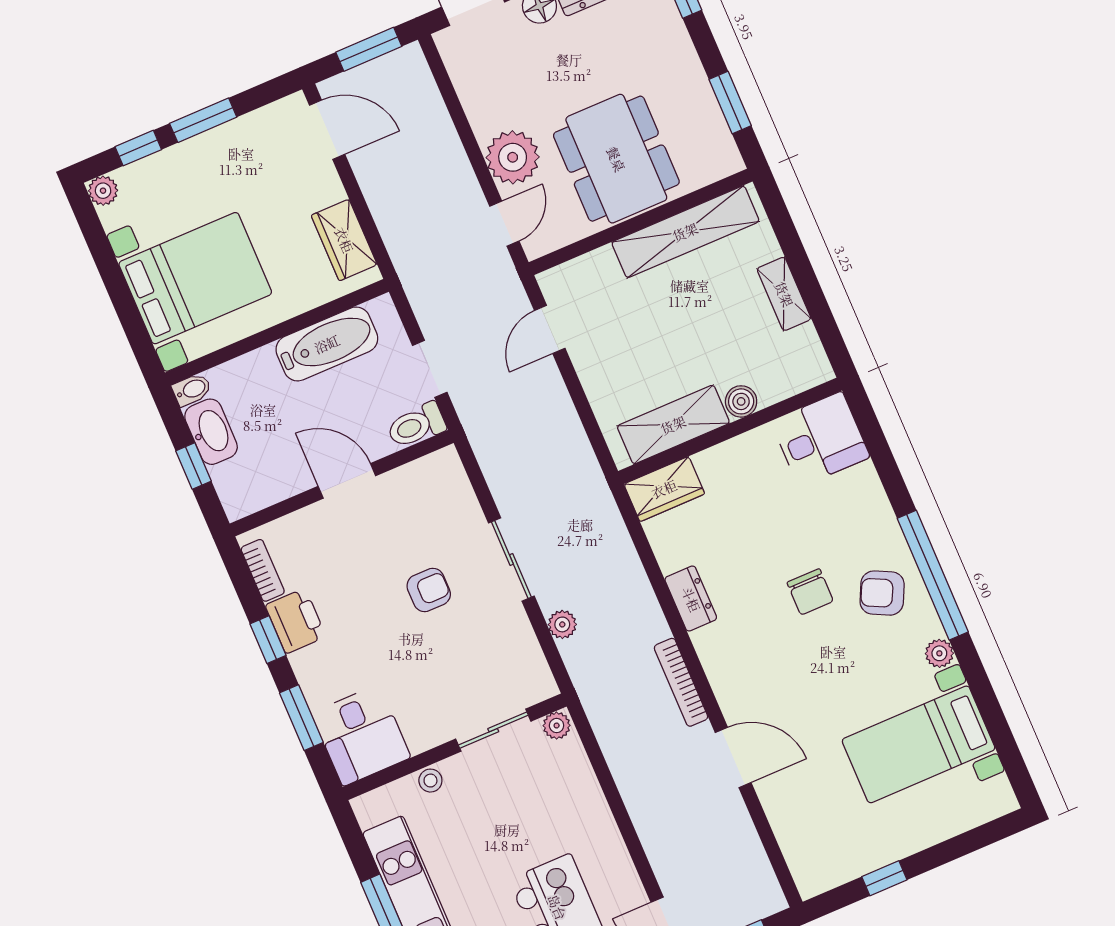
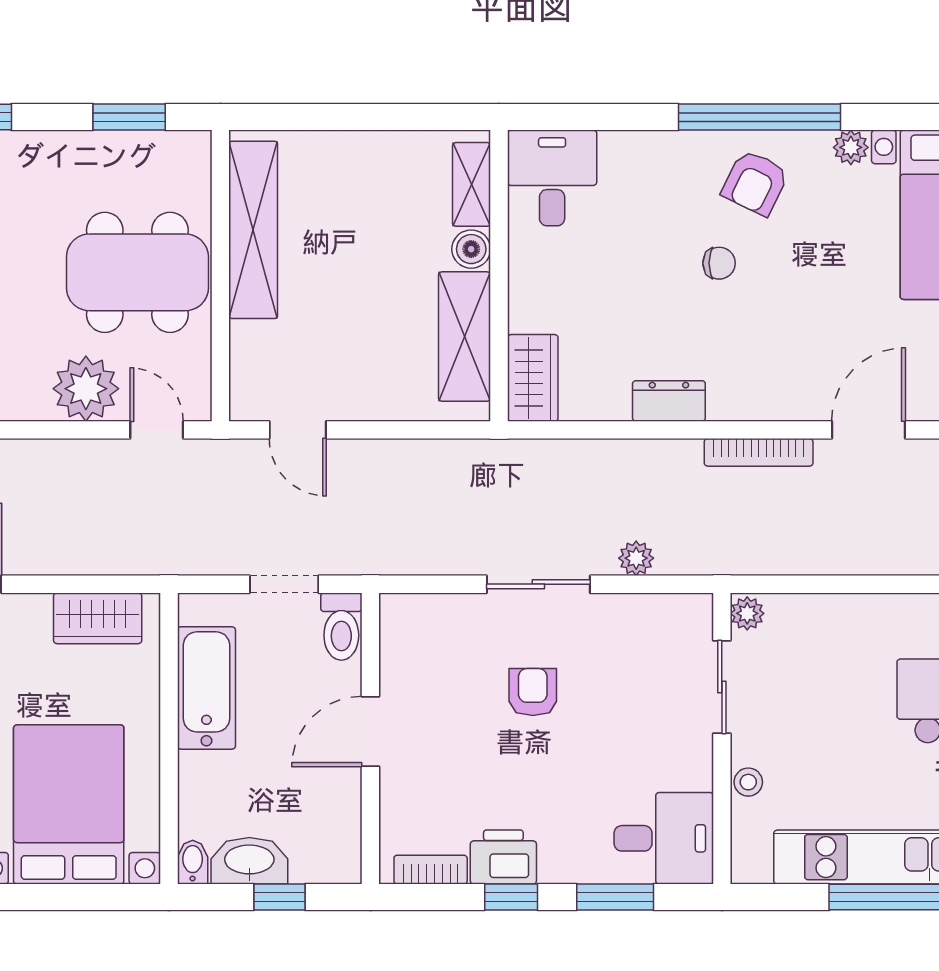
shelving: (784, 294) -> (472, 184), moved, turned 90
chair: (810, 592) -> (719, 263), width x0.73, depth x0.73

